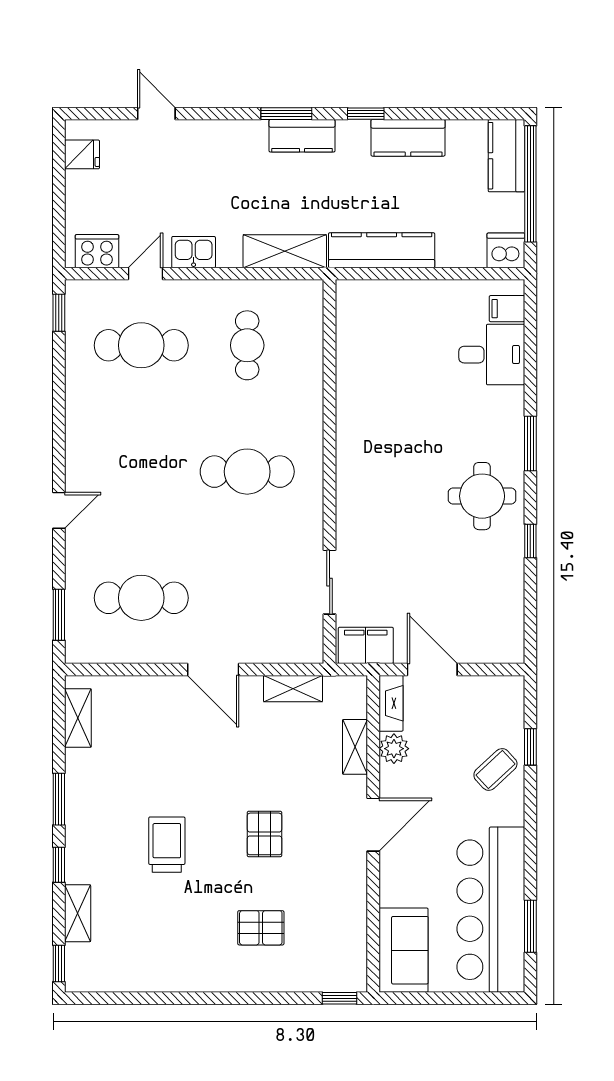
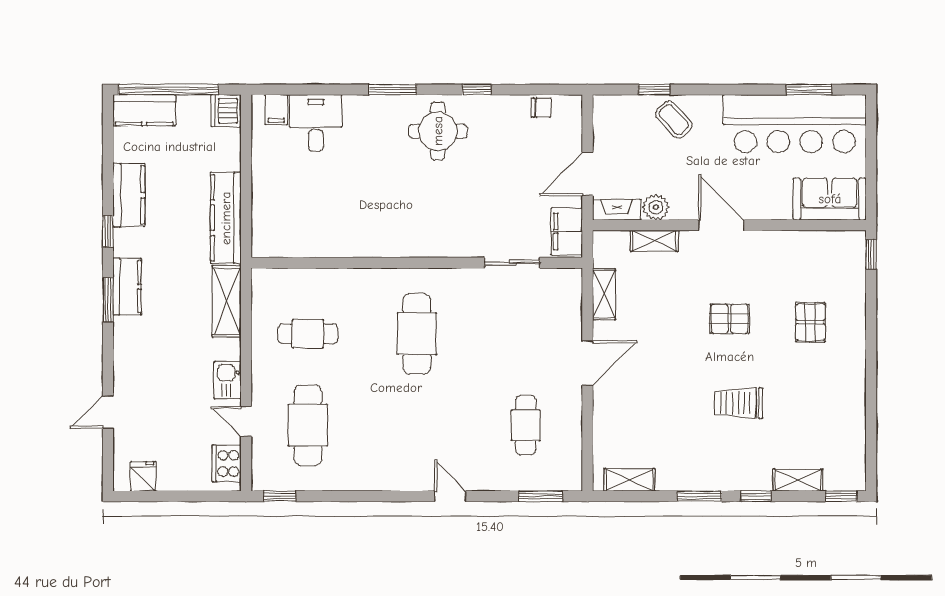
cafe table: (141, 598) -> (526, 425), width x0.73, depth x0.74
chair: (509, 615) -> (541, 108), added

